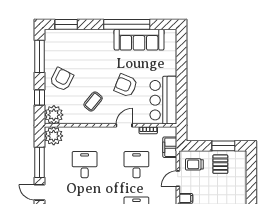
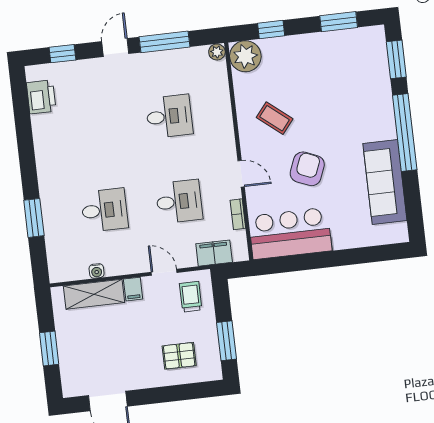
window: (127, 24) -> (405, 132), moved
window: (40, 56) -> (339, 22), width x0.69
armchair: (62, 79) -> (305, 62), removed
plant: (54, 136) -> (217, 52), width x0.53, depth x0.53
pallet: (220, 164) -> (179, 356), moved

